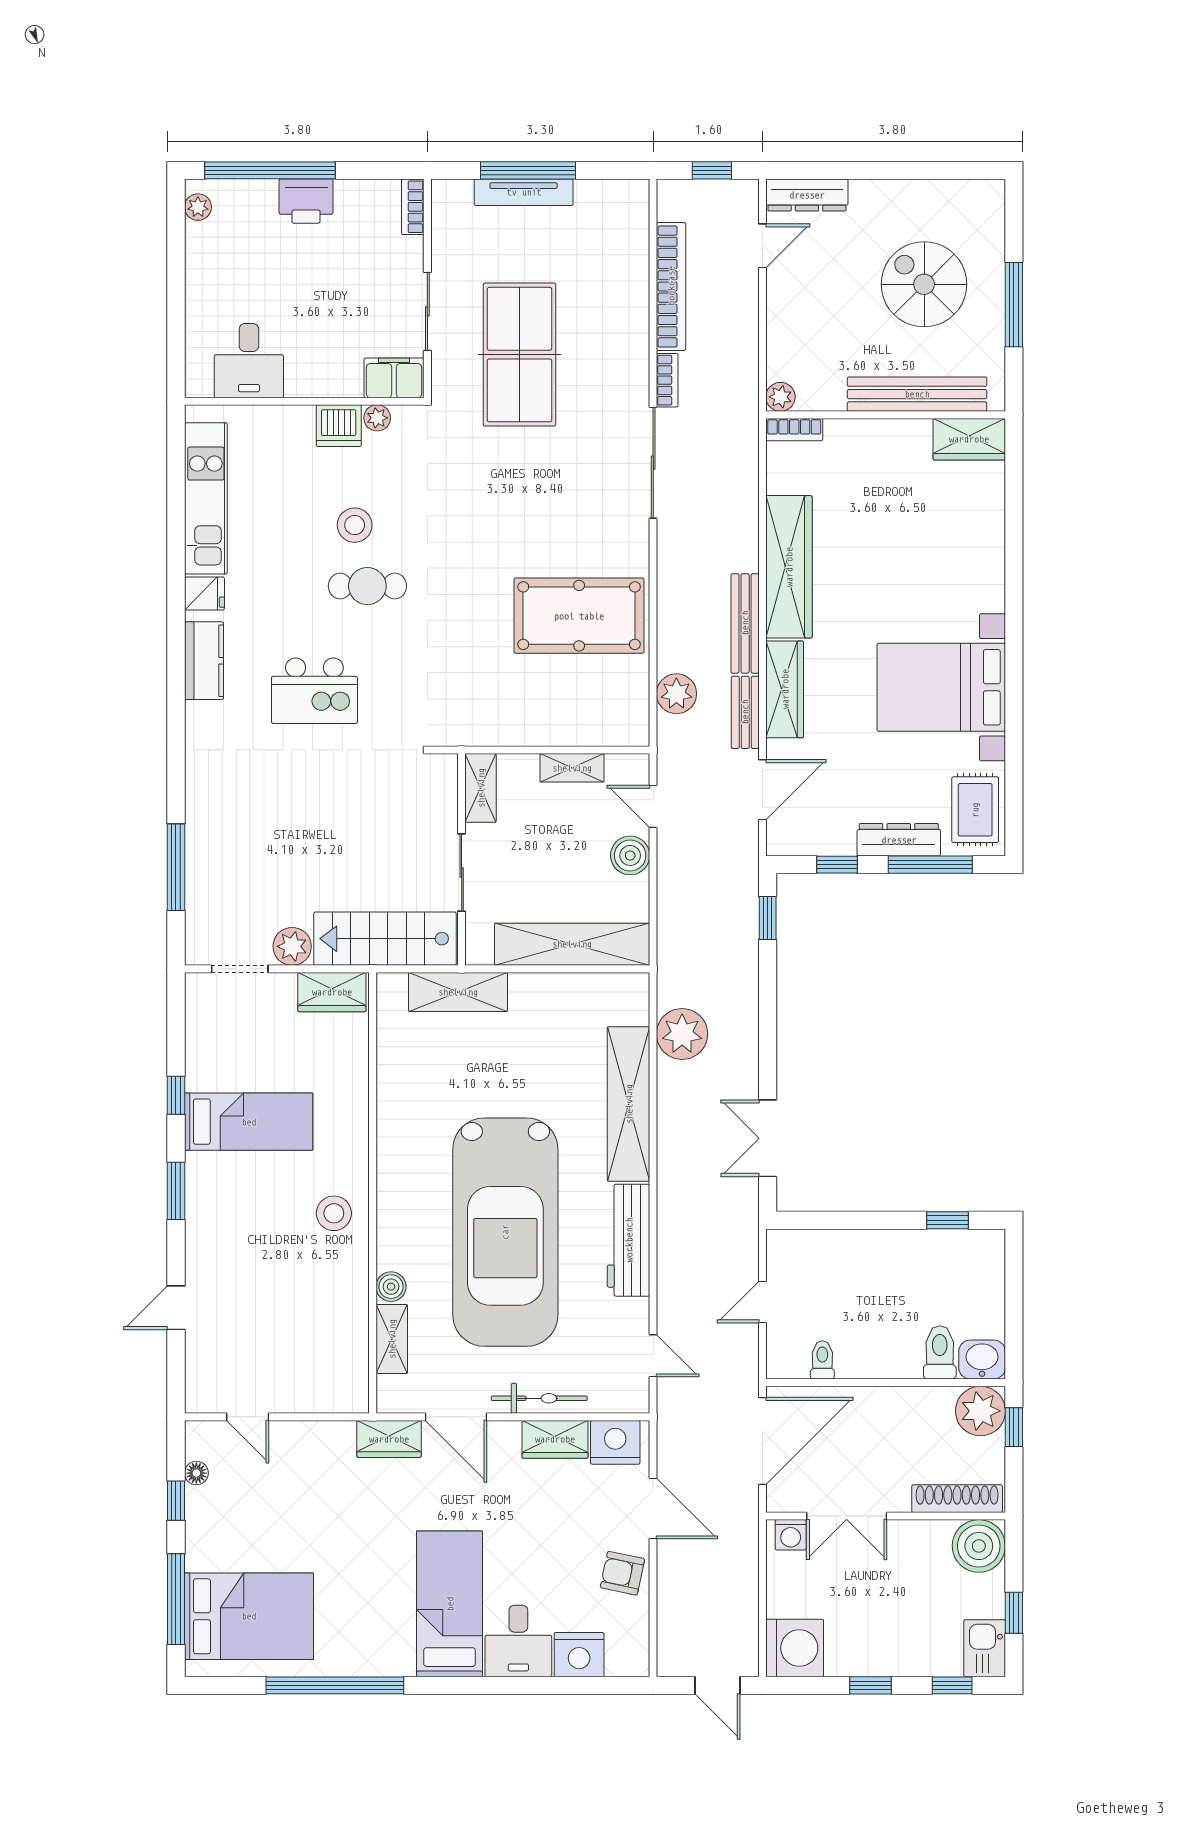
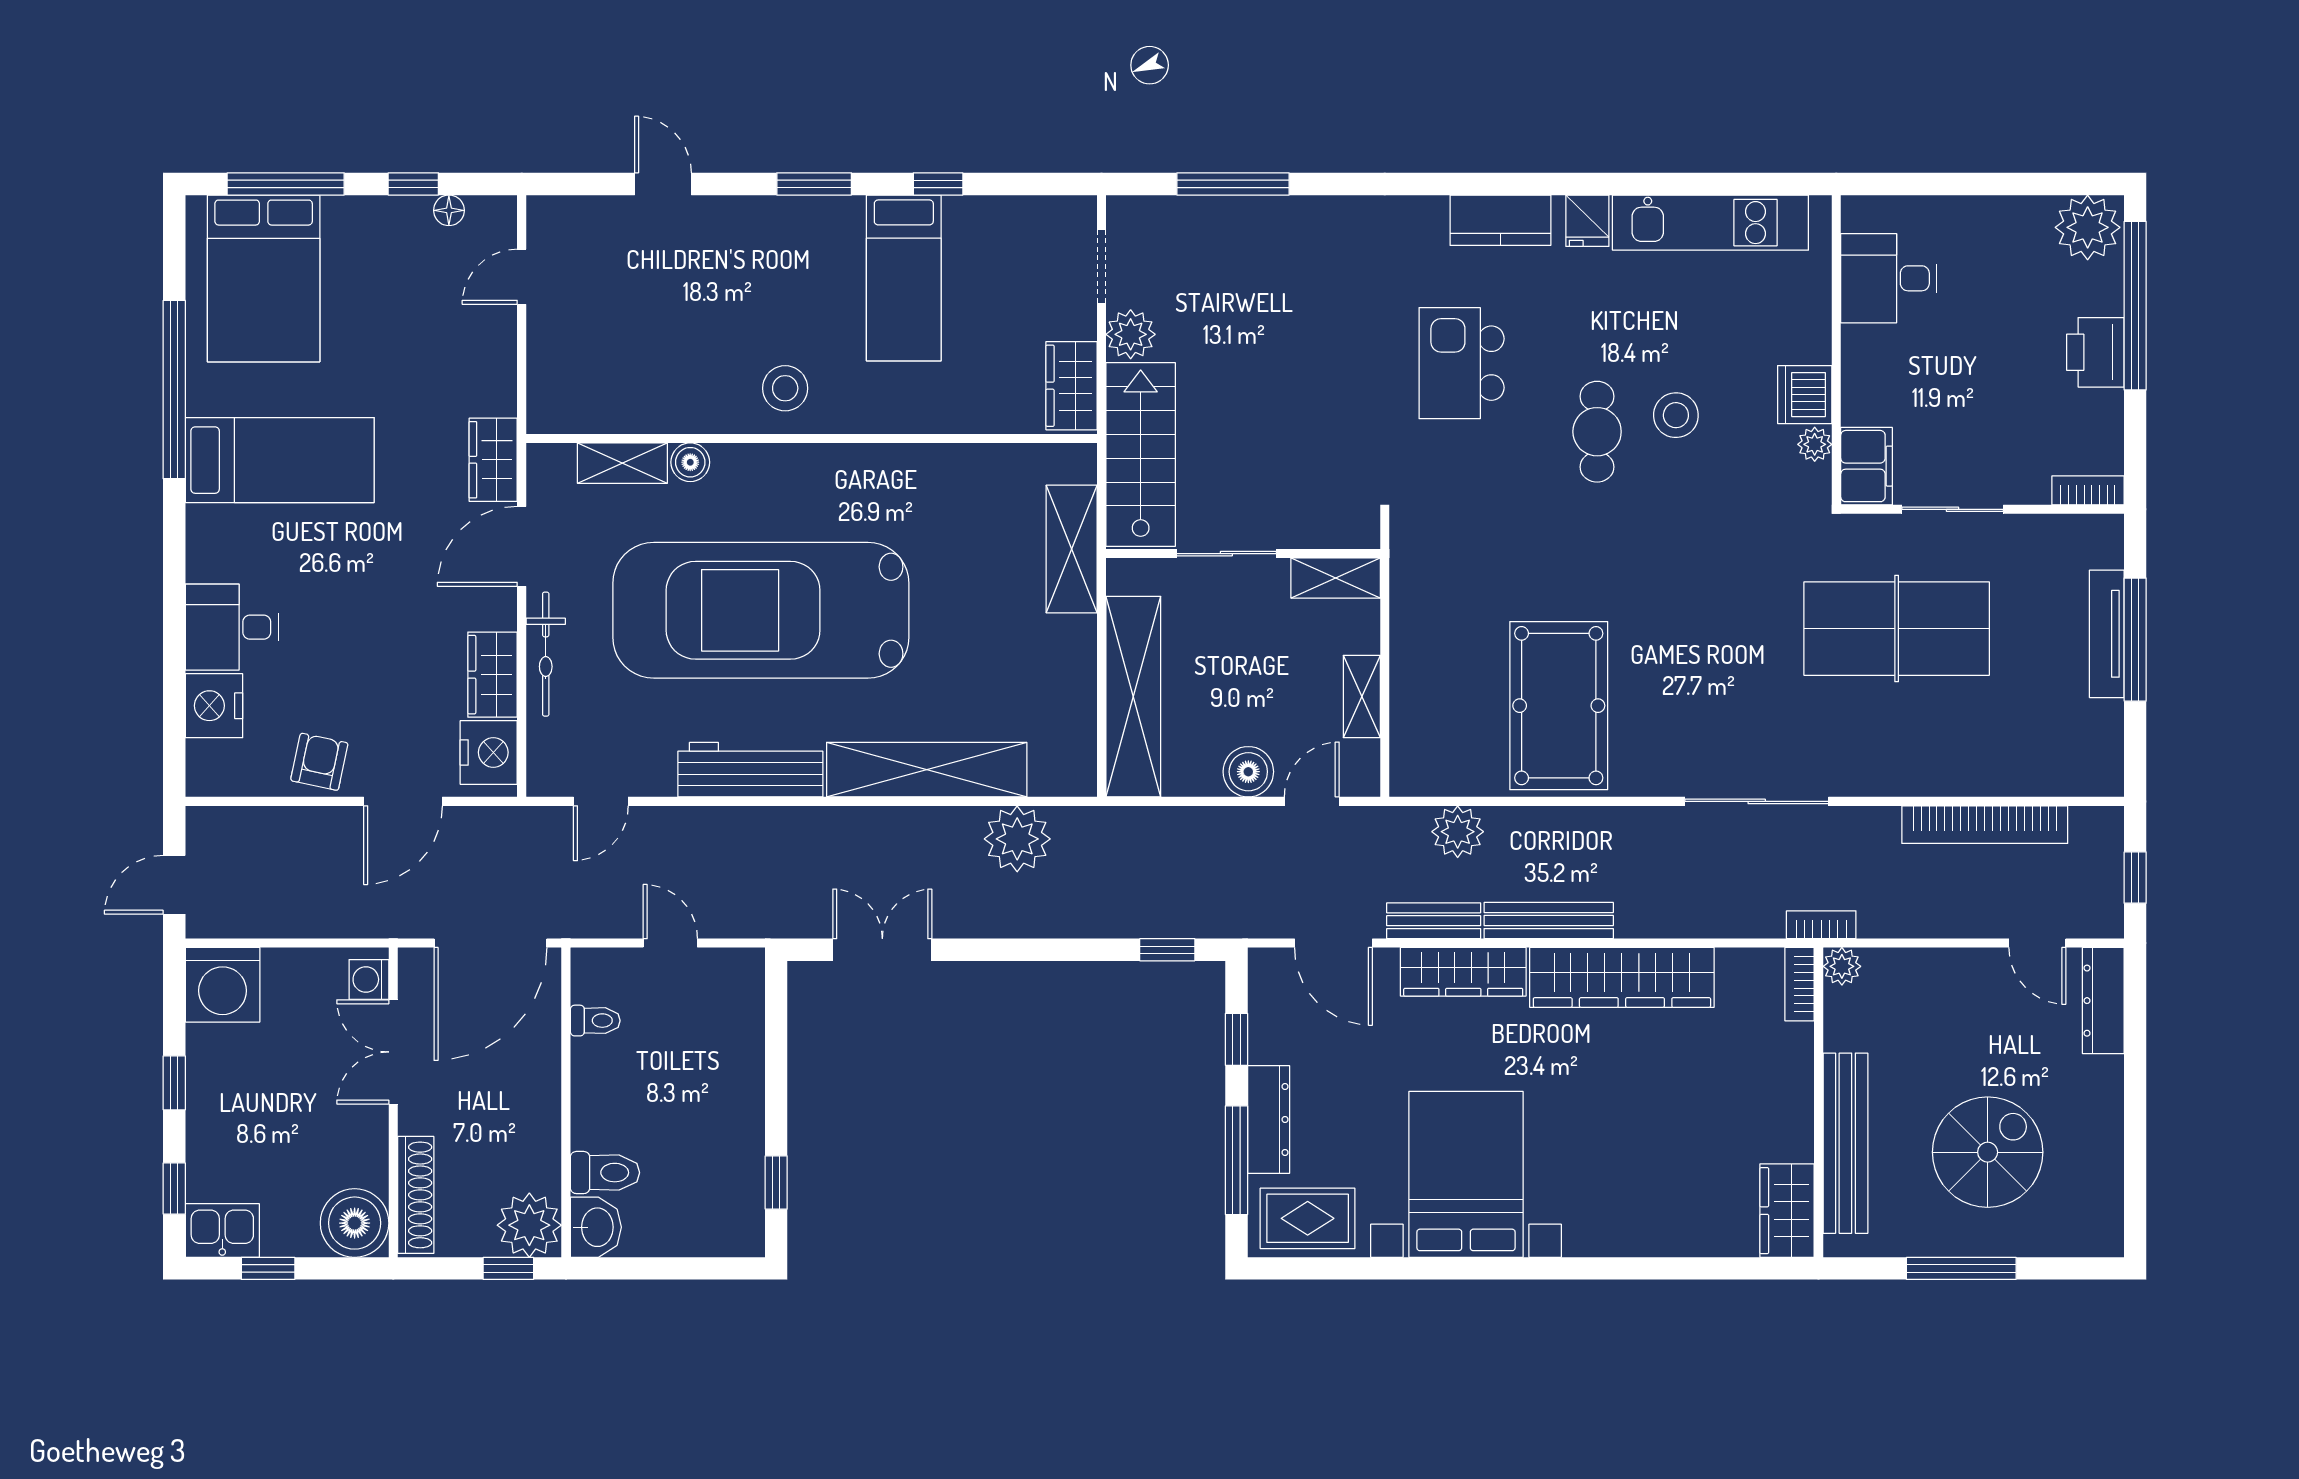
plant: (198, 207) -> (2088, 227), width x1.88, depth x1.88
bookcase: (667, 380) -> (1821, 925), moved, turned 180
door: (762, 1441) -> (490, 943), hinge flipped
bed: (450, 1604) -> (280, 460), moved

